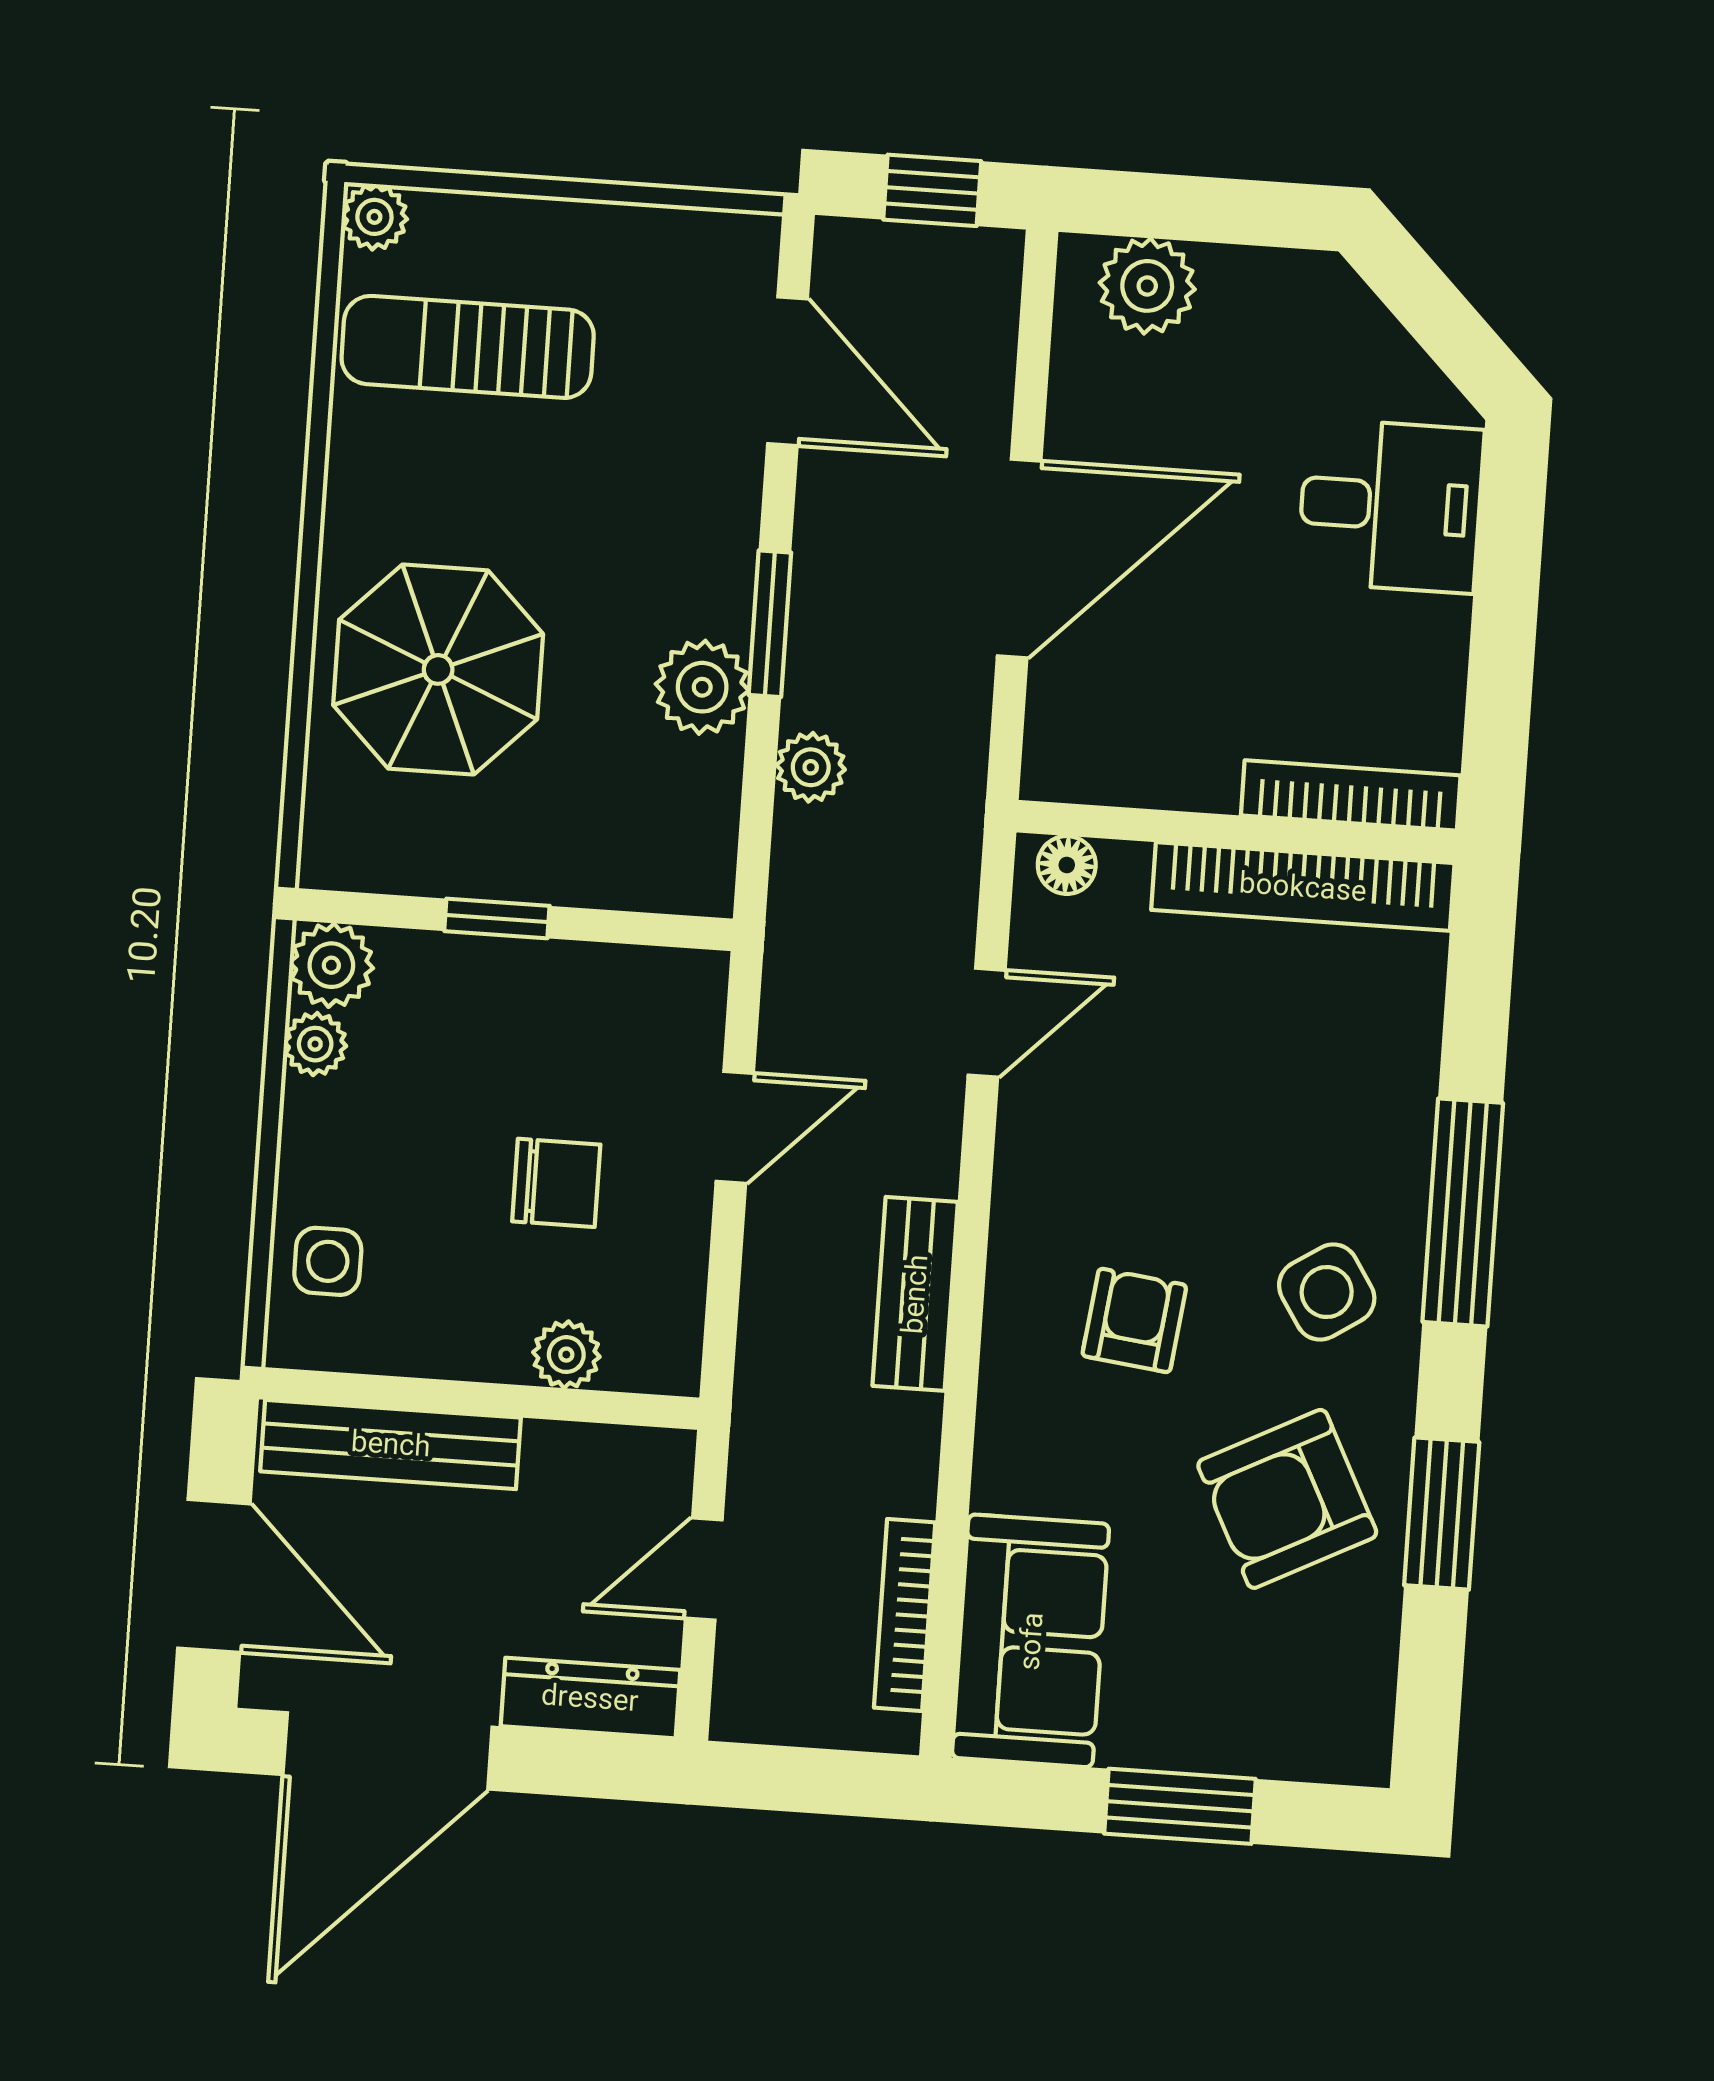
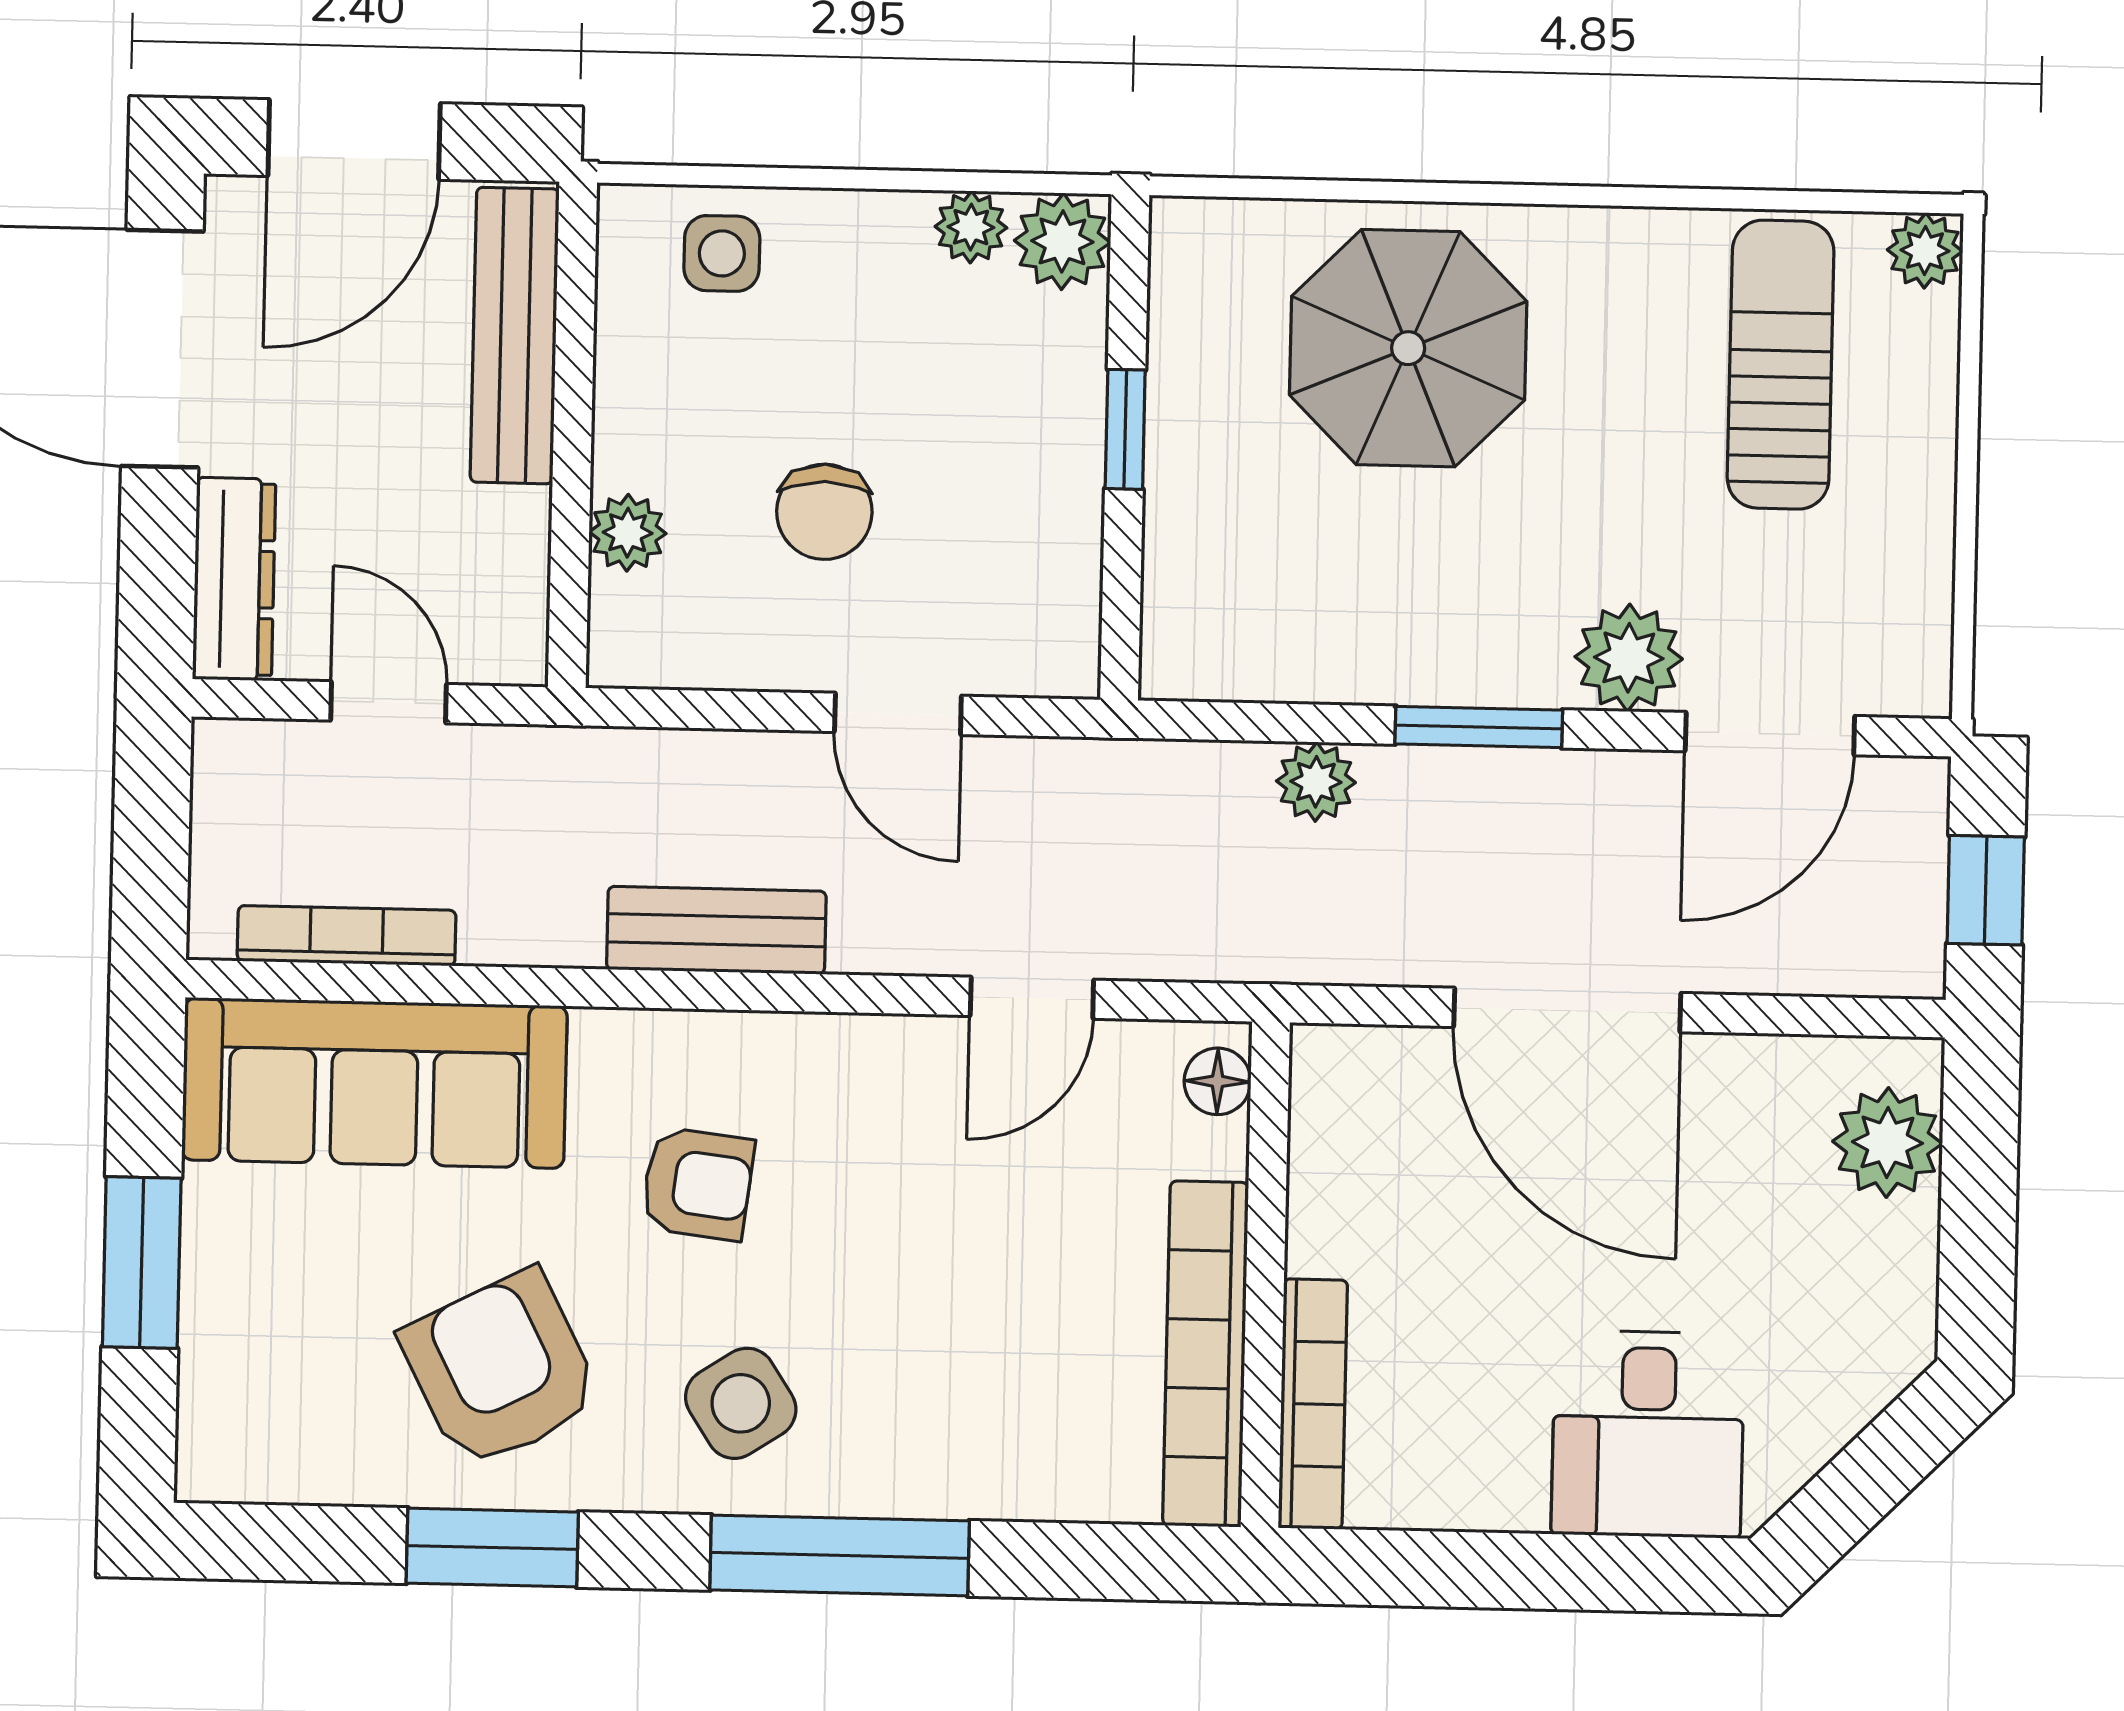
plant: (702, 687) -> (1629, 658), moved
door: (987, 1023) -> (1032, 998), hinge flipped
sofa: (1031, 1641) -> (374, 1083), width x1.36

